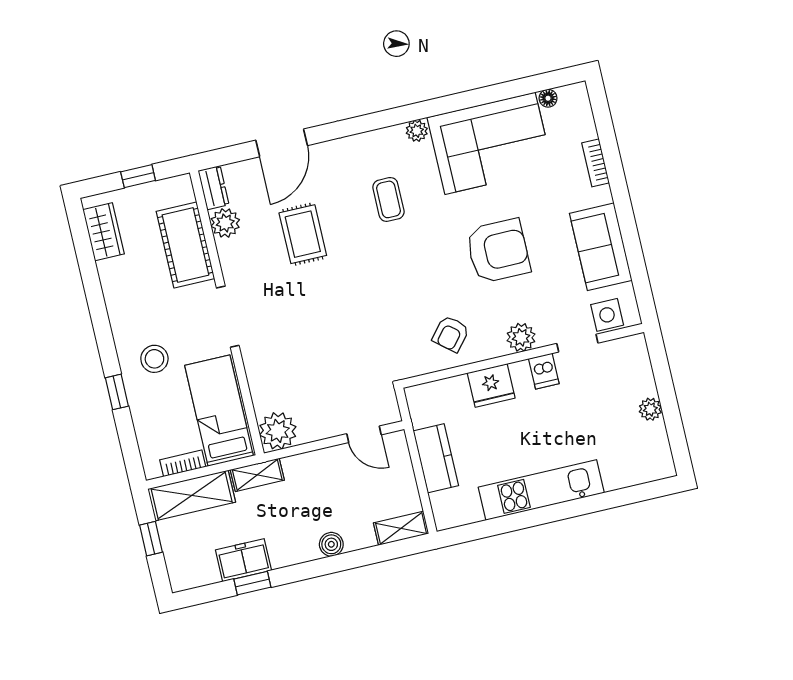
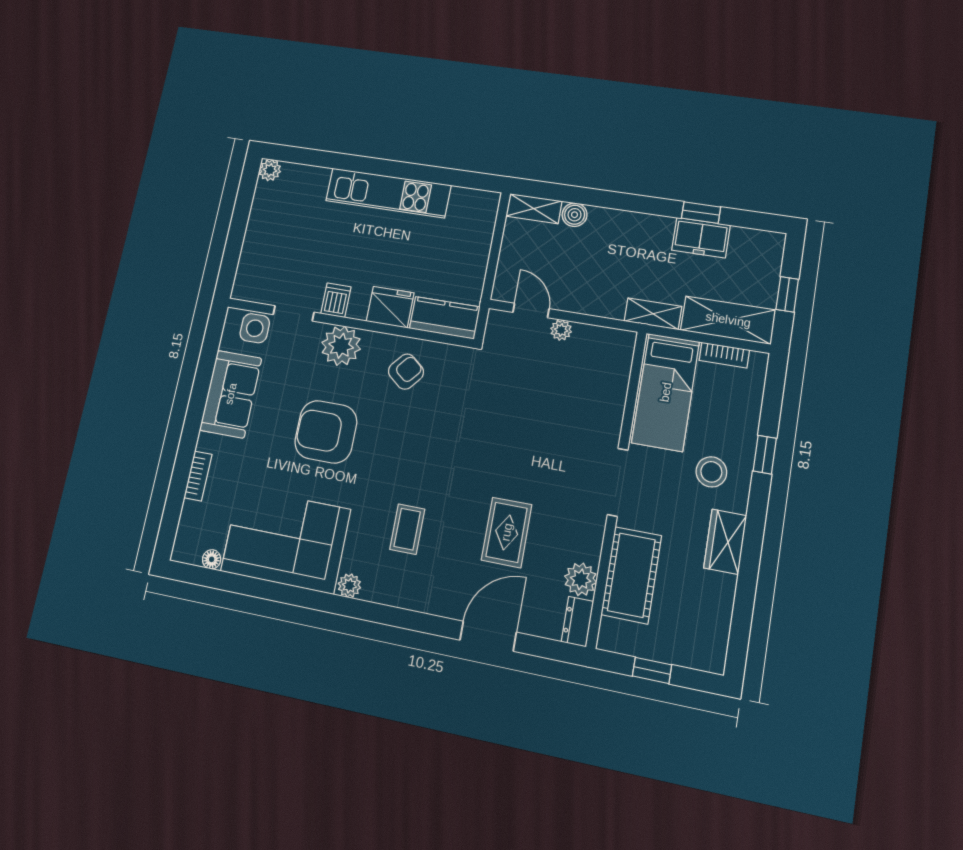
wardrobe: (104, 232) -> (725, 542), moved
plant: (521, 337) -> (341, 346), width x1.36, depth x1.36
plant: (650, 409) -> (270, 170), moved
plant: (278, 431) -> (561, 330), moved, width x0.53, depth x0.53
kitchen counter: (436, 458) -> (445, 318), moved, turned 90
boiler: (331, 544) -> (575, 215), moved

